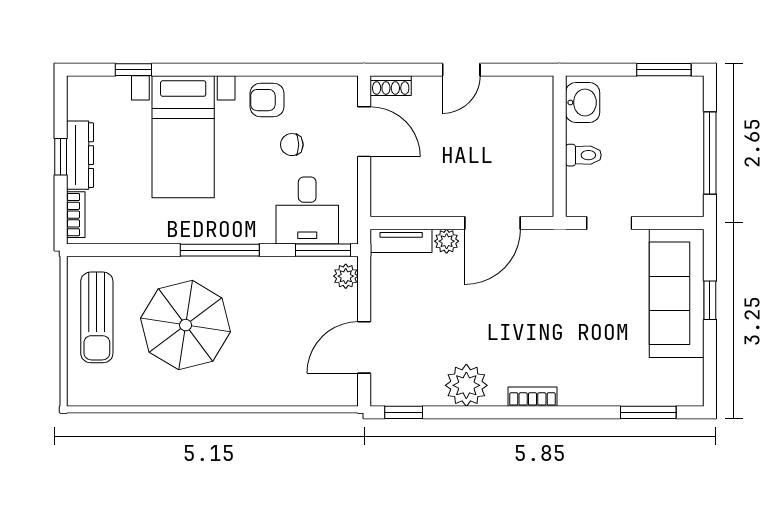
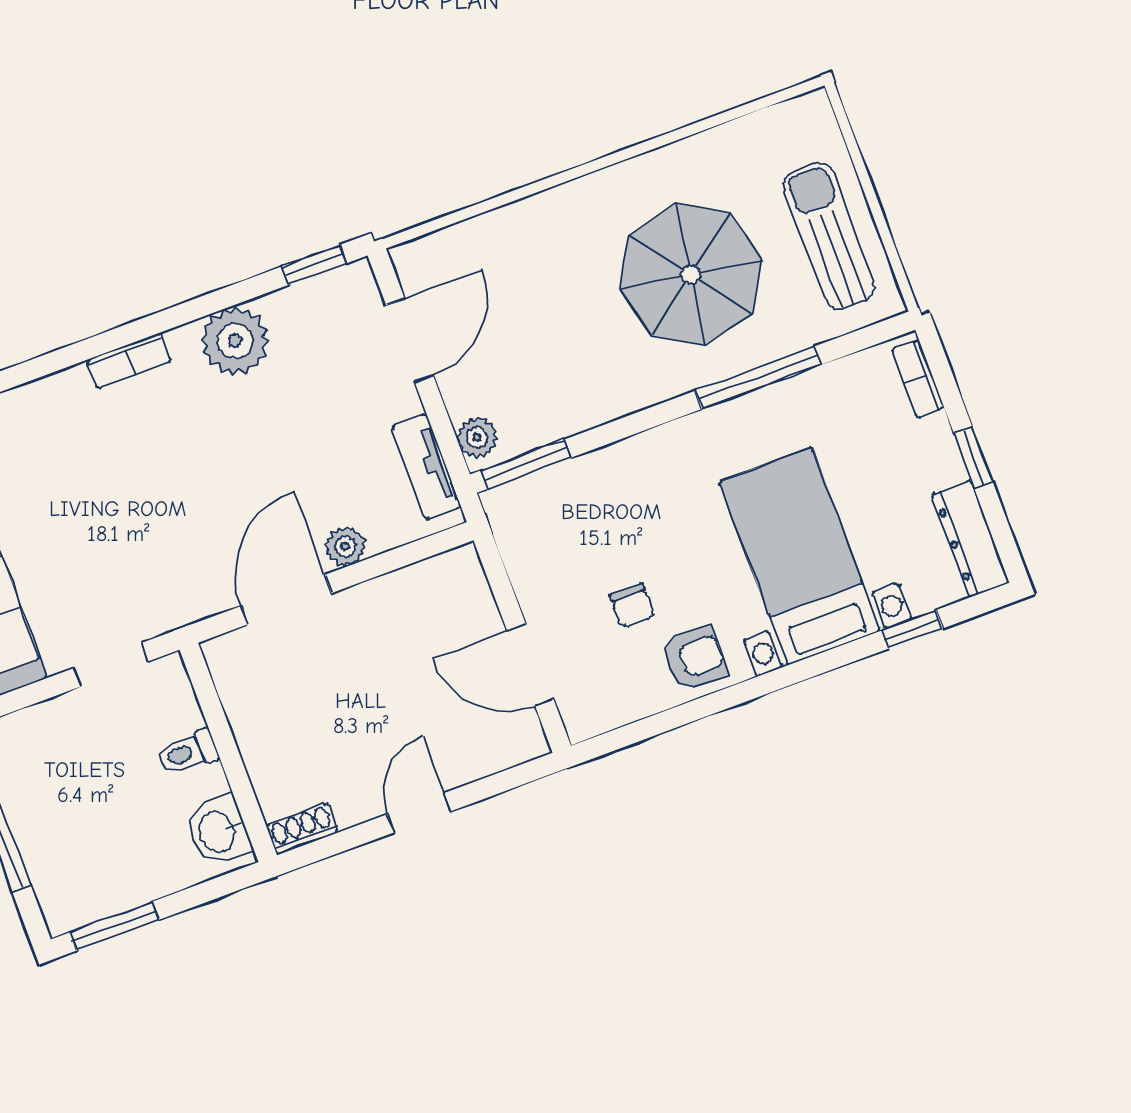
shoe rack: (391, 86) -> (302, 829), moved
chair: (292, 145) -> (632, 605), turned 90
dresser: (80, 155) -> (970, 539), moved
desk: (307, 210) -> (572, 515), removed
tv unit: (401, 241) -> (426, 467), moved, turned -90
window: (220, 250) -> (758, 378), moved

